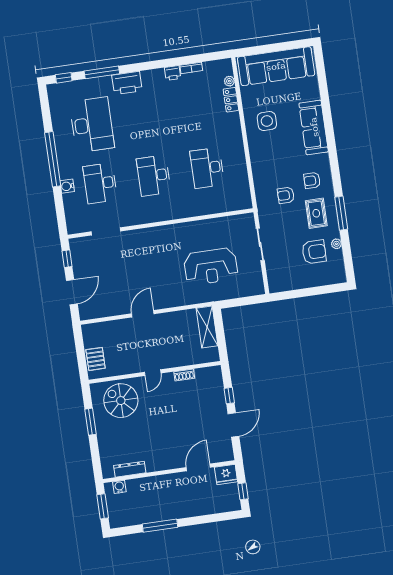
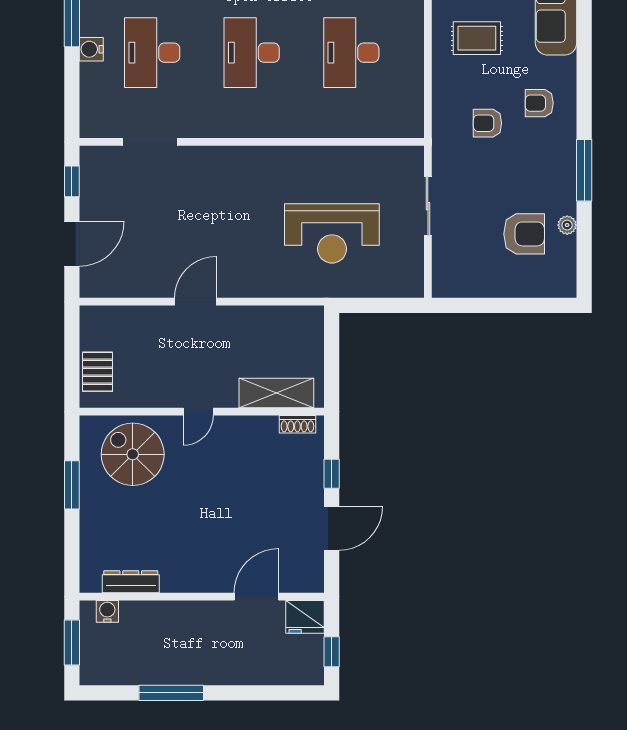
rug: (316, 213) -> (477, 38), moved, turned 90
shelving: (207, 327) -> (276, 393), moved, turned 90
shoe rack: (184, 375) -> (297, 424), moved

